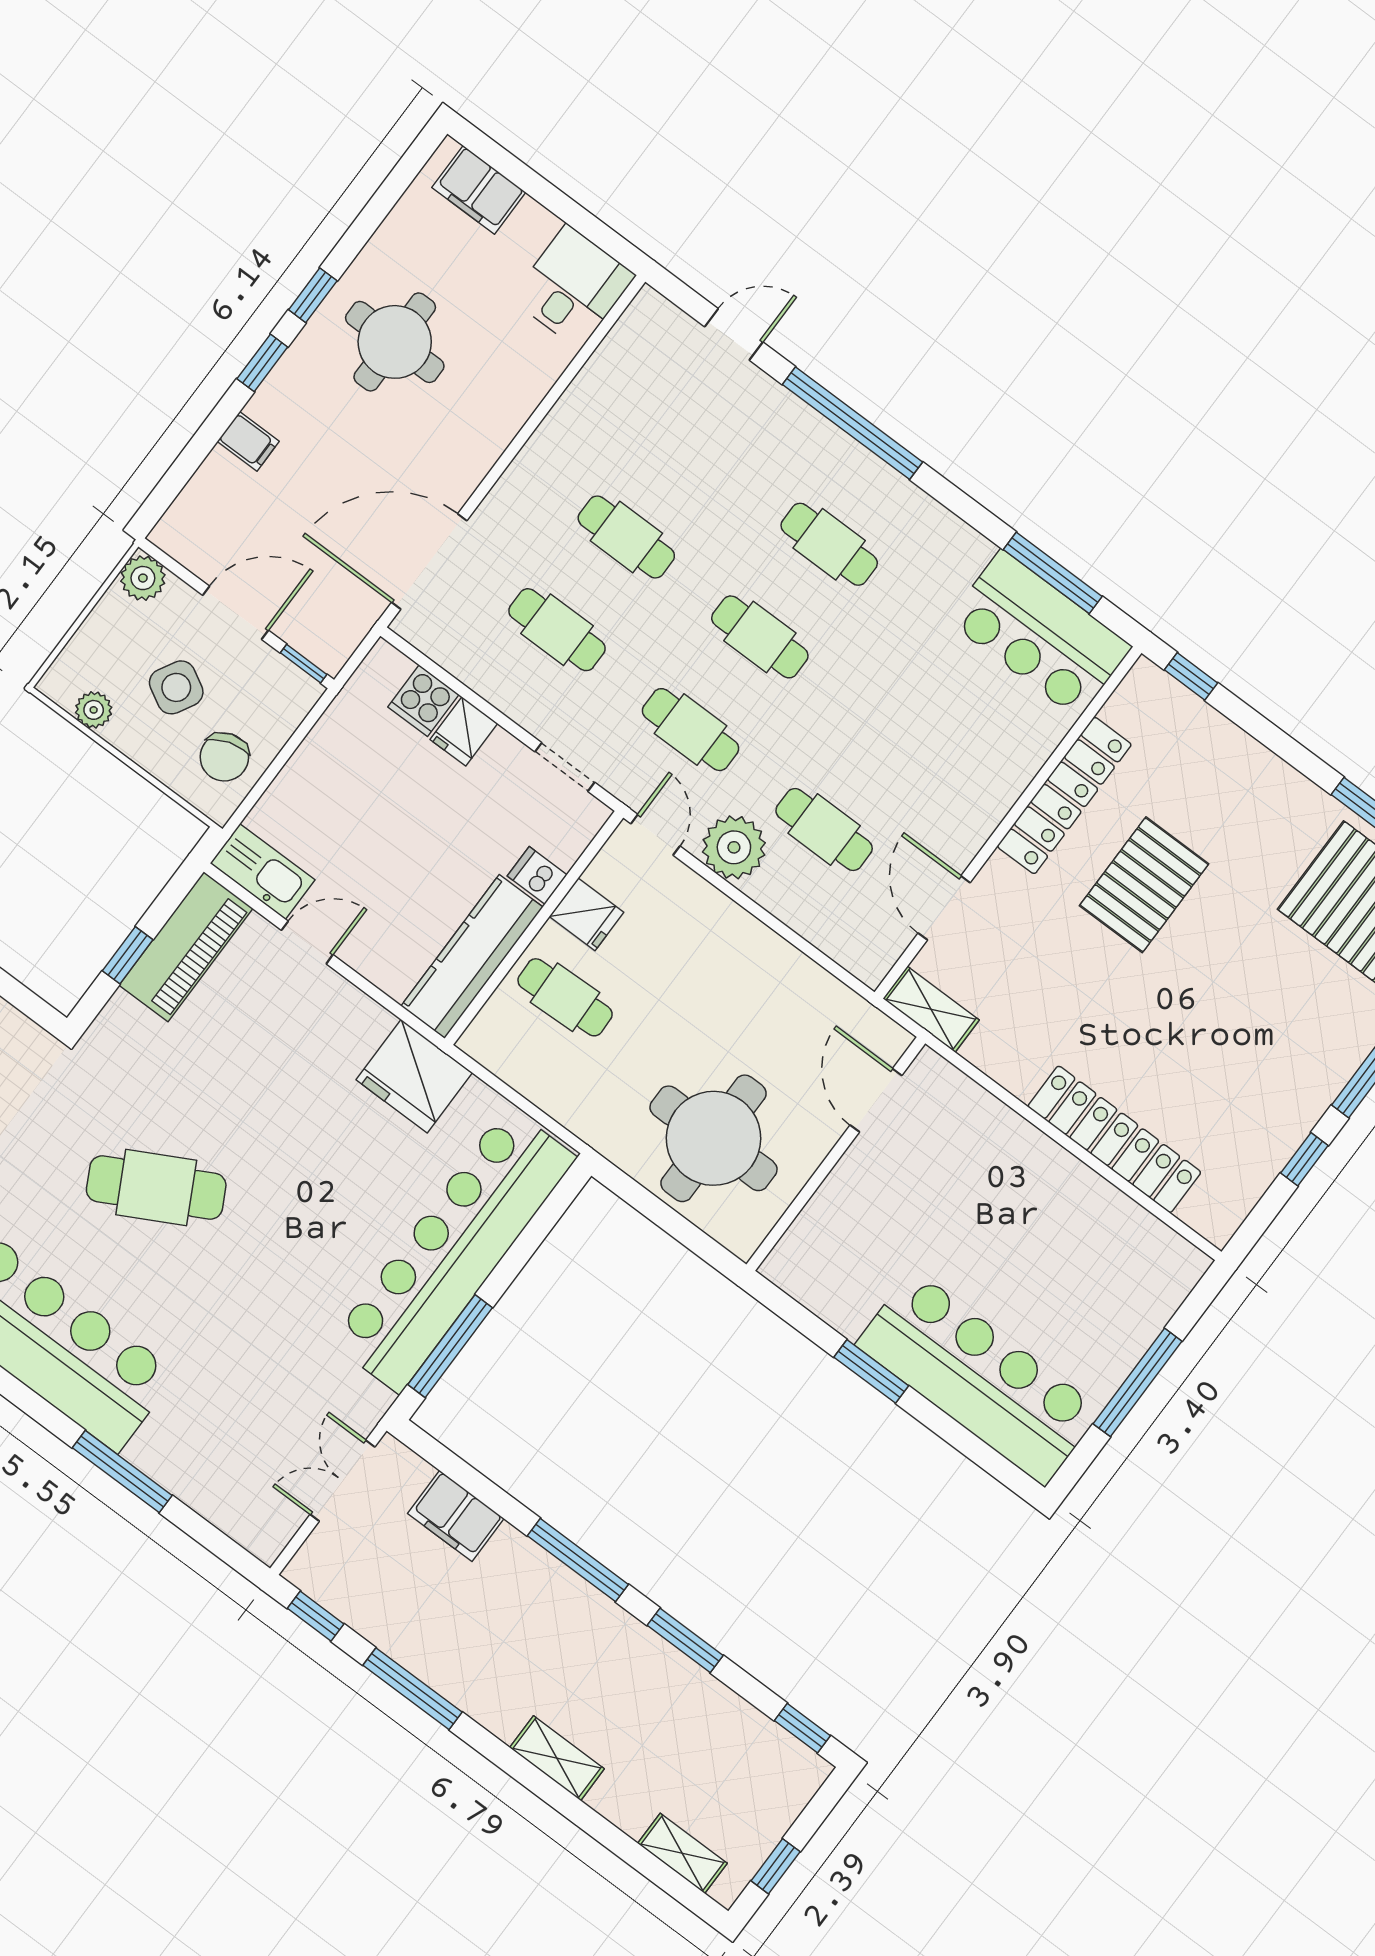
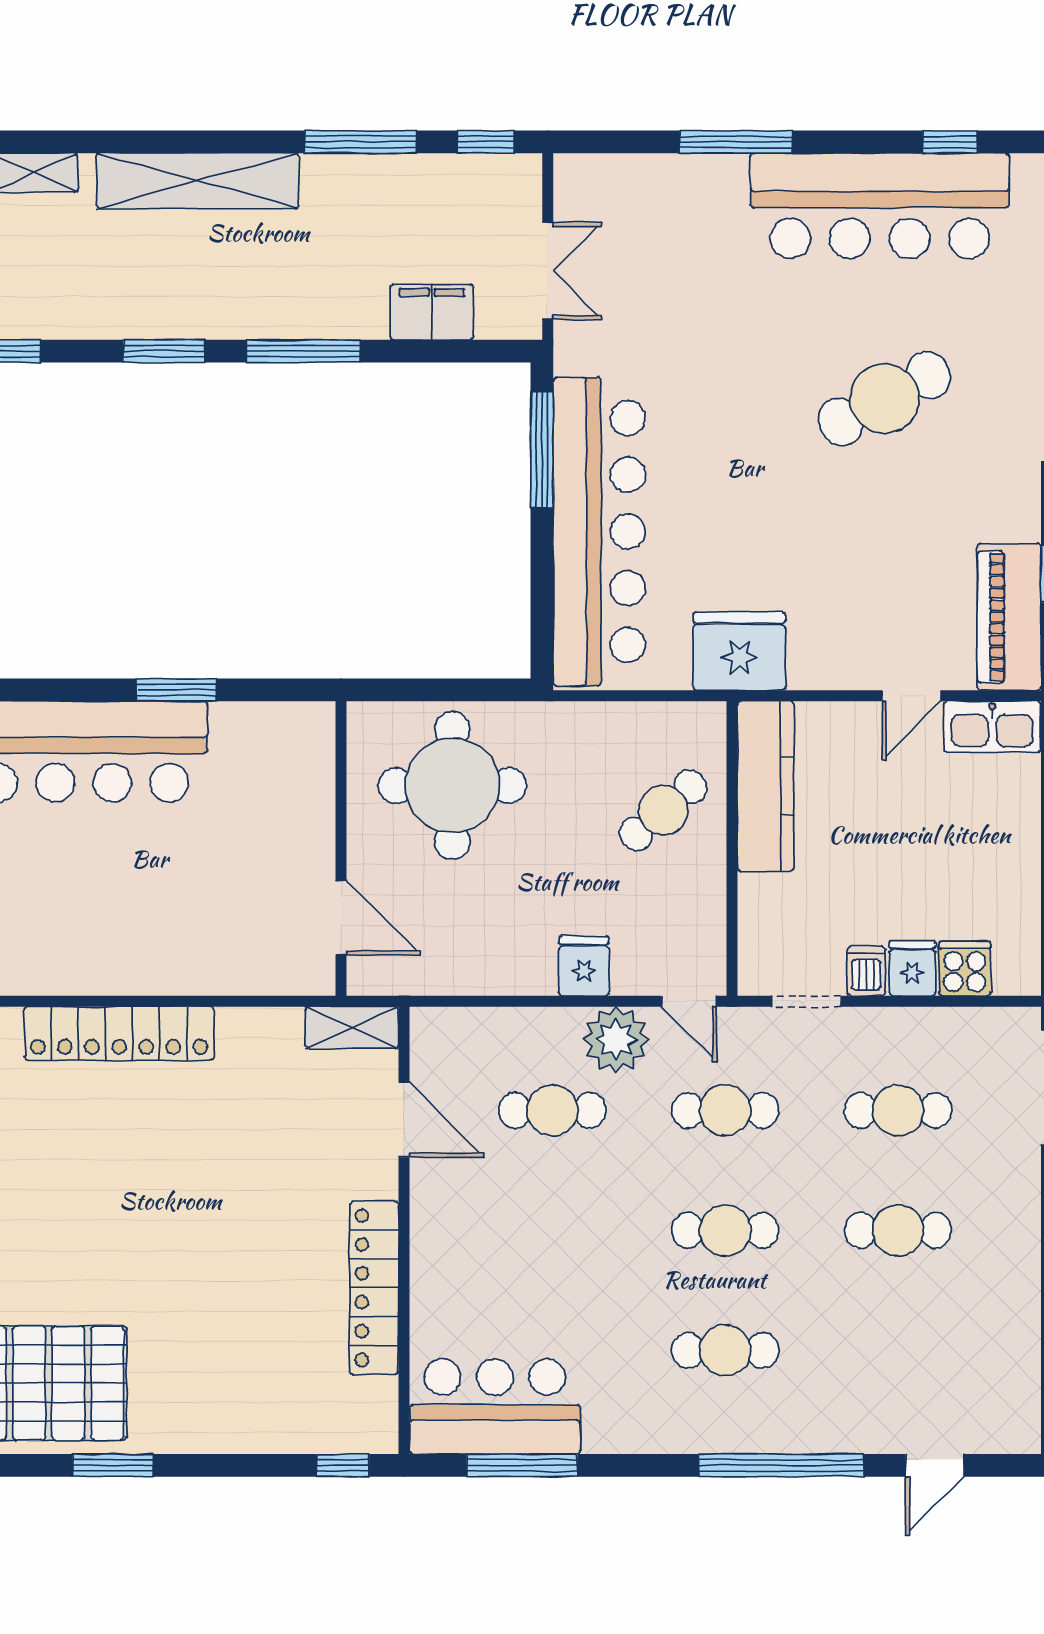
dishwasher: (537, 875) -> (866, 971), moved, turned -90
pallet: (1144, 885) -> (252, 1263), removed
fridge: (587, 914) -> (584, 966), moved, turned 90
cafe table: (565, 997) -> (663, 810), turned -39
shelving: (557, 1758) -> (197, 181), width x2.20, depth x1.33

